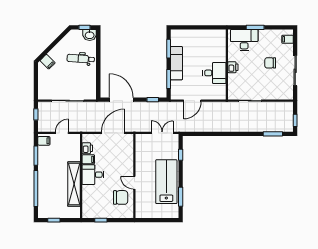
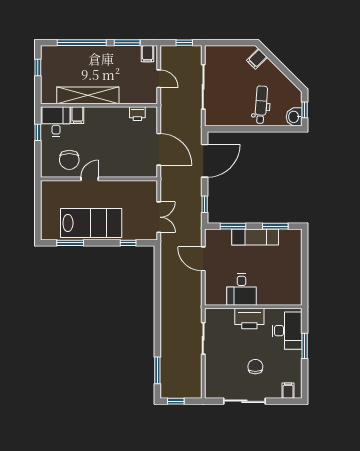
printer: (233, 67) -> (249, 318), width x1.87, depth x1.48
filing cabinet: (88, 159) -> (77, 115), moved
desk: (93, 175) -> (56, 122), moved

